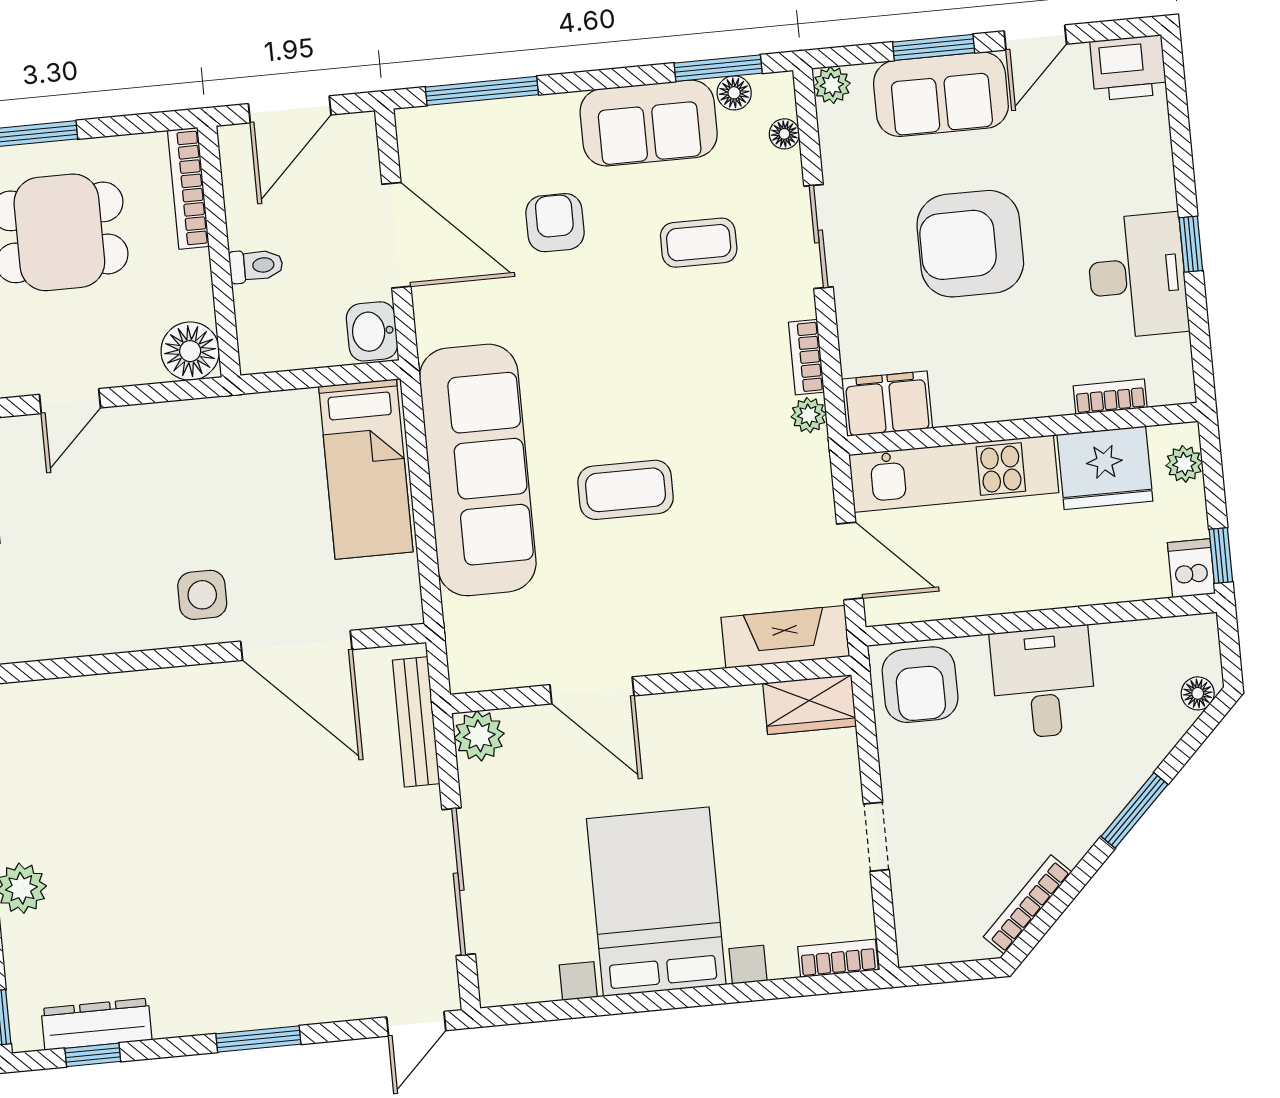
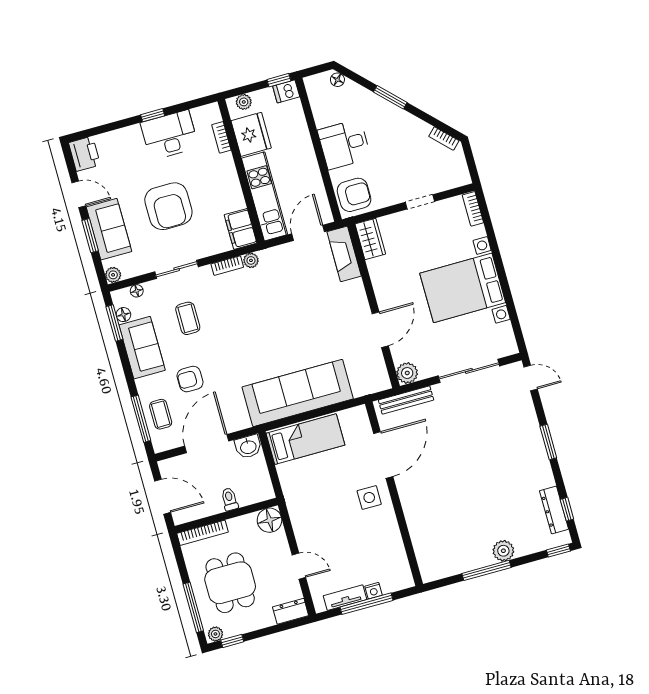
coffee table: (626, 490) -> (161, 414), moved, width x0.73, depth x0.77
bookcase: (1027, 904) -> (444, 139), width x0.64

